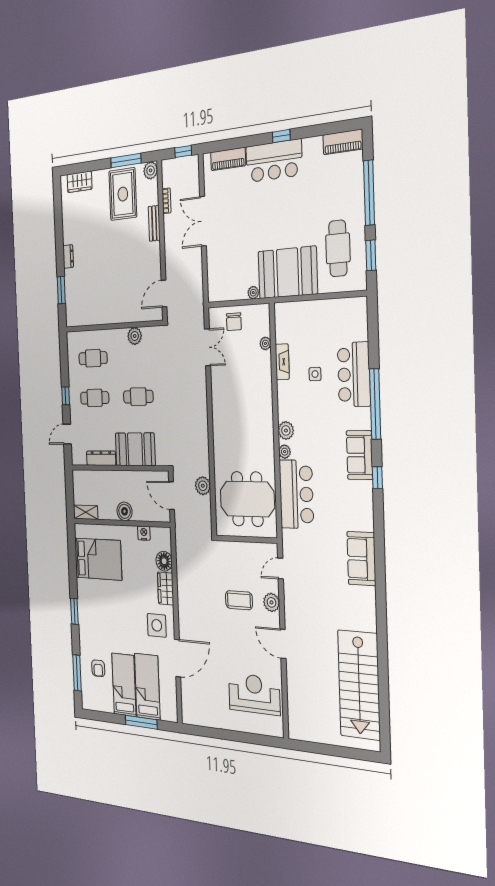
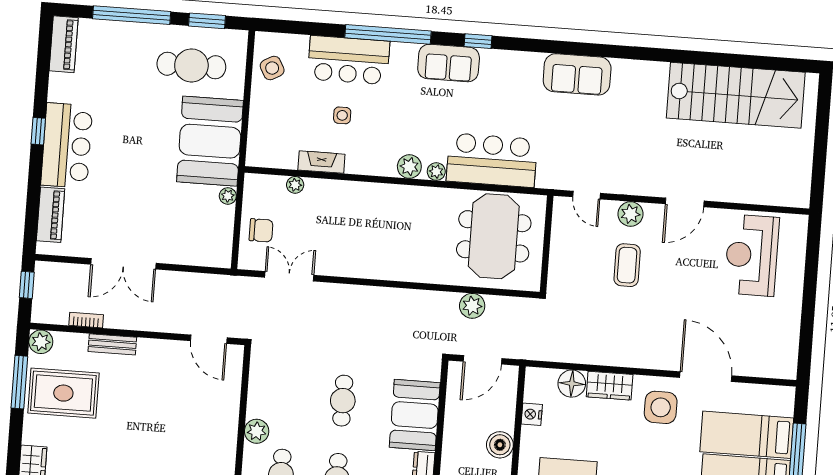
side table: (342, 314) -> (272, 68), added
plant: (135, 336) -> (257, 431), moved

